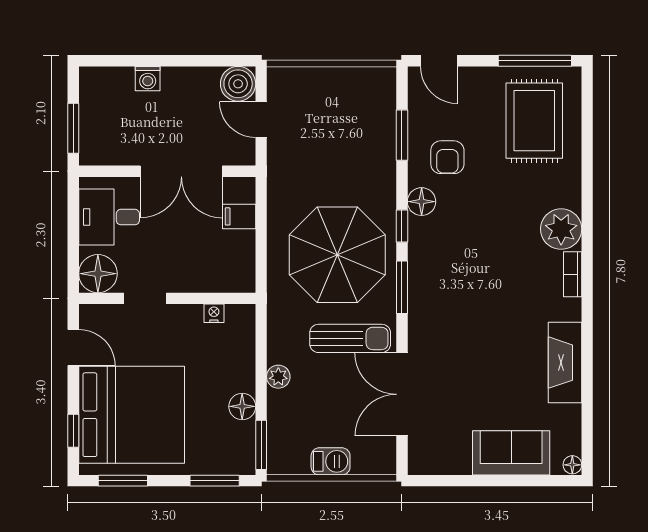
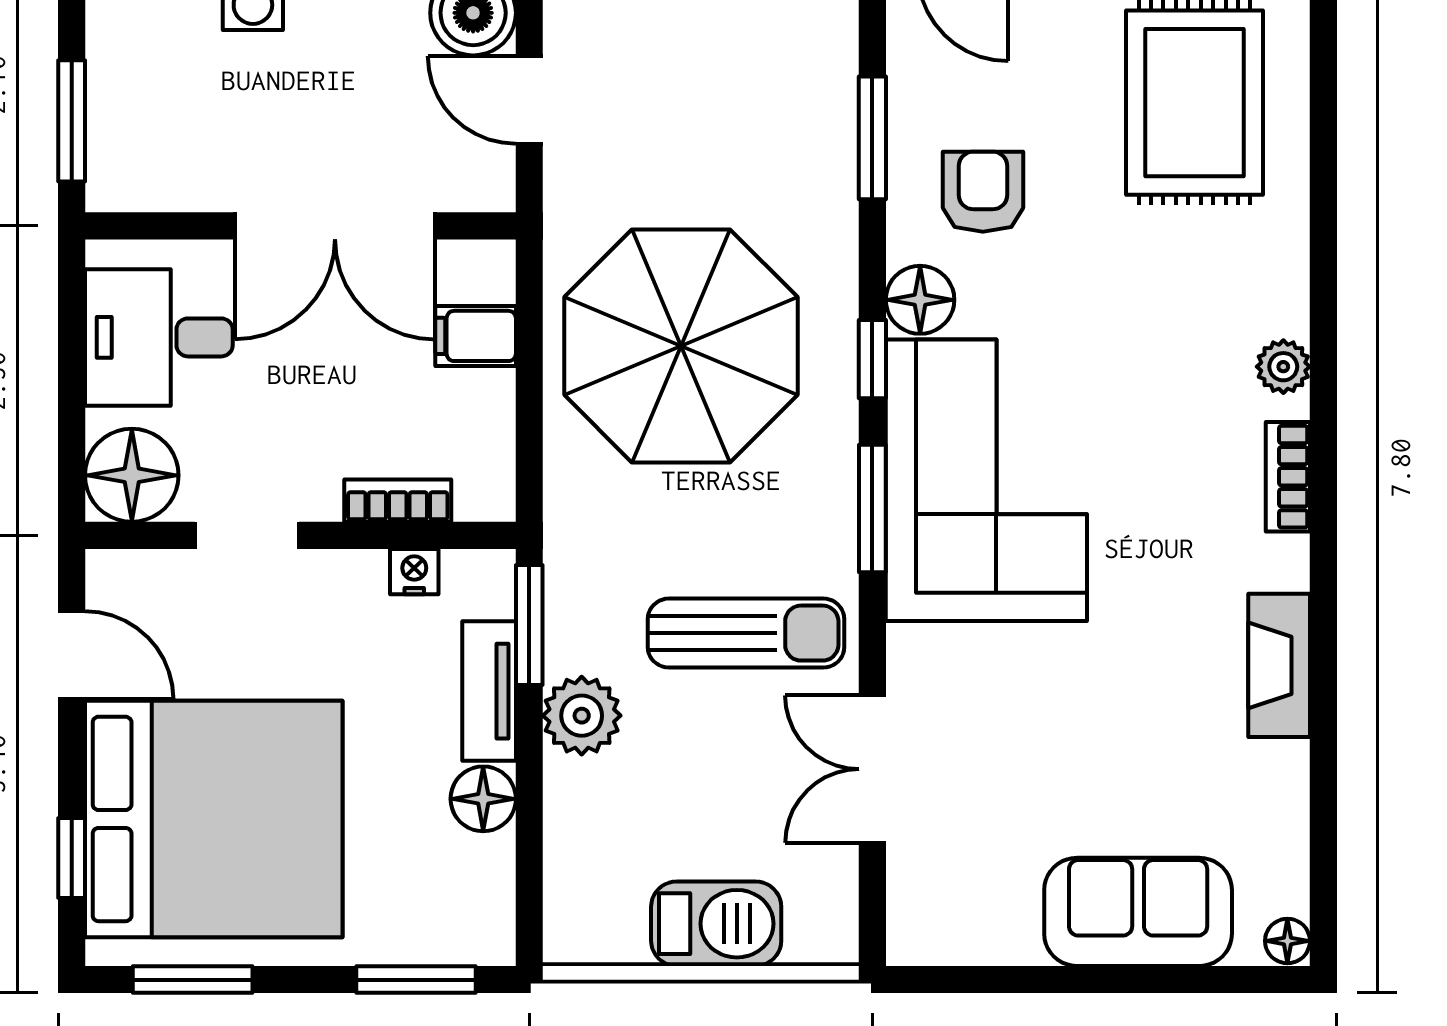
armchair: (447, 157) -> (983, 192), turned 180
plant: (561, 229) -> (1283, 367), width x0.53, depth x0.53
parasol: (337, 255) -> (681, 346), moved
corner sofa: (449, 276) -> (986, 480), added
bookcase: (207, 284) -> (398, 501), added
tv unit: (245, 362) -> (489, 691), added
fireplace: (565, 363) -> (1279, 665), width x0.73, depth x0.76
plant: (278, 377) -> (582, 716), width x1.38, depth x1.38
double door: (402, 394) -> (872, 769), width x0.73
window: (261, 445) -> (529, 625), moved
barbecue: (331, 461) -> (716, 924), width x1.38, depth x1.27

